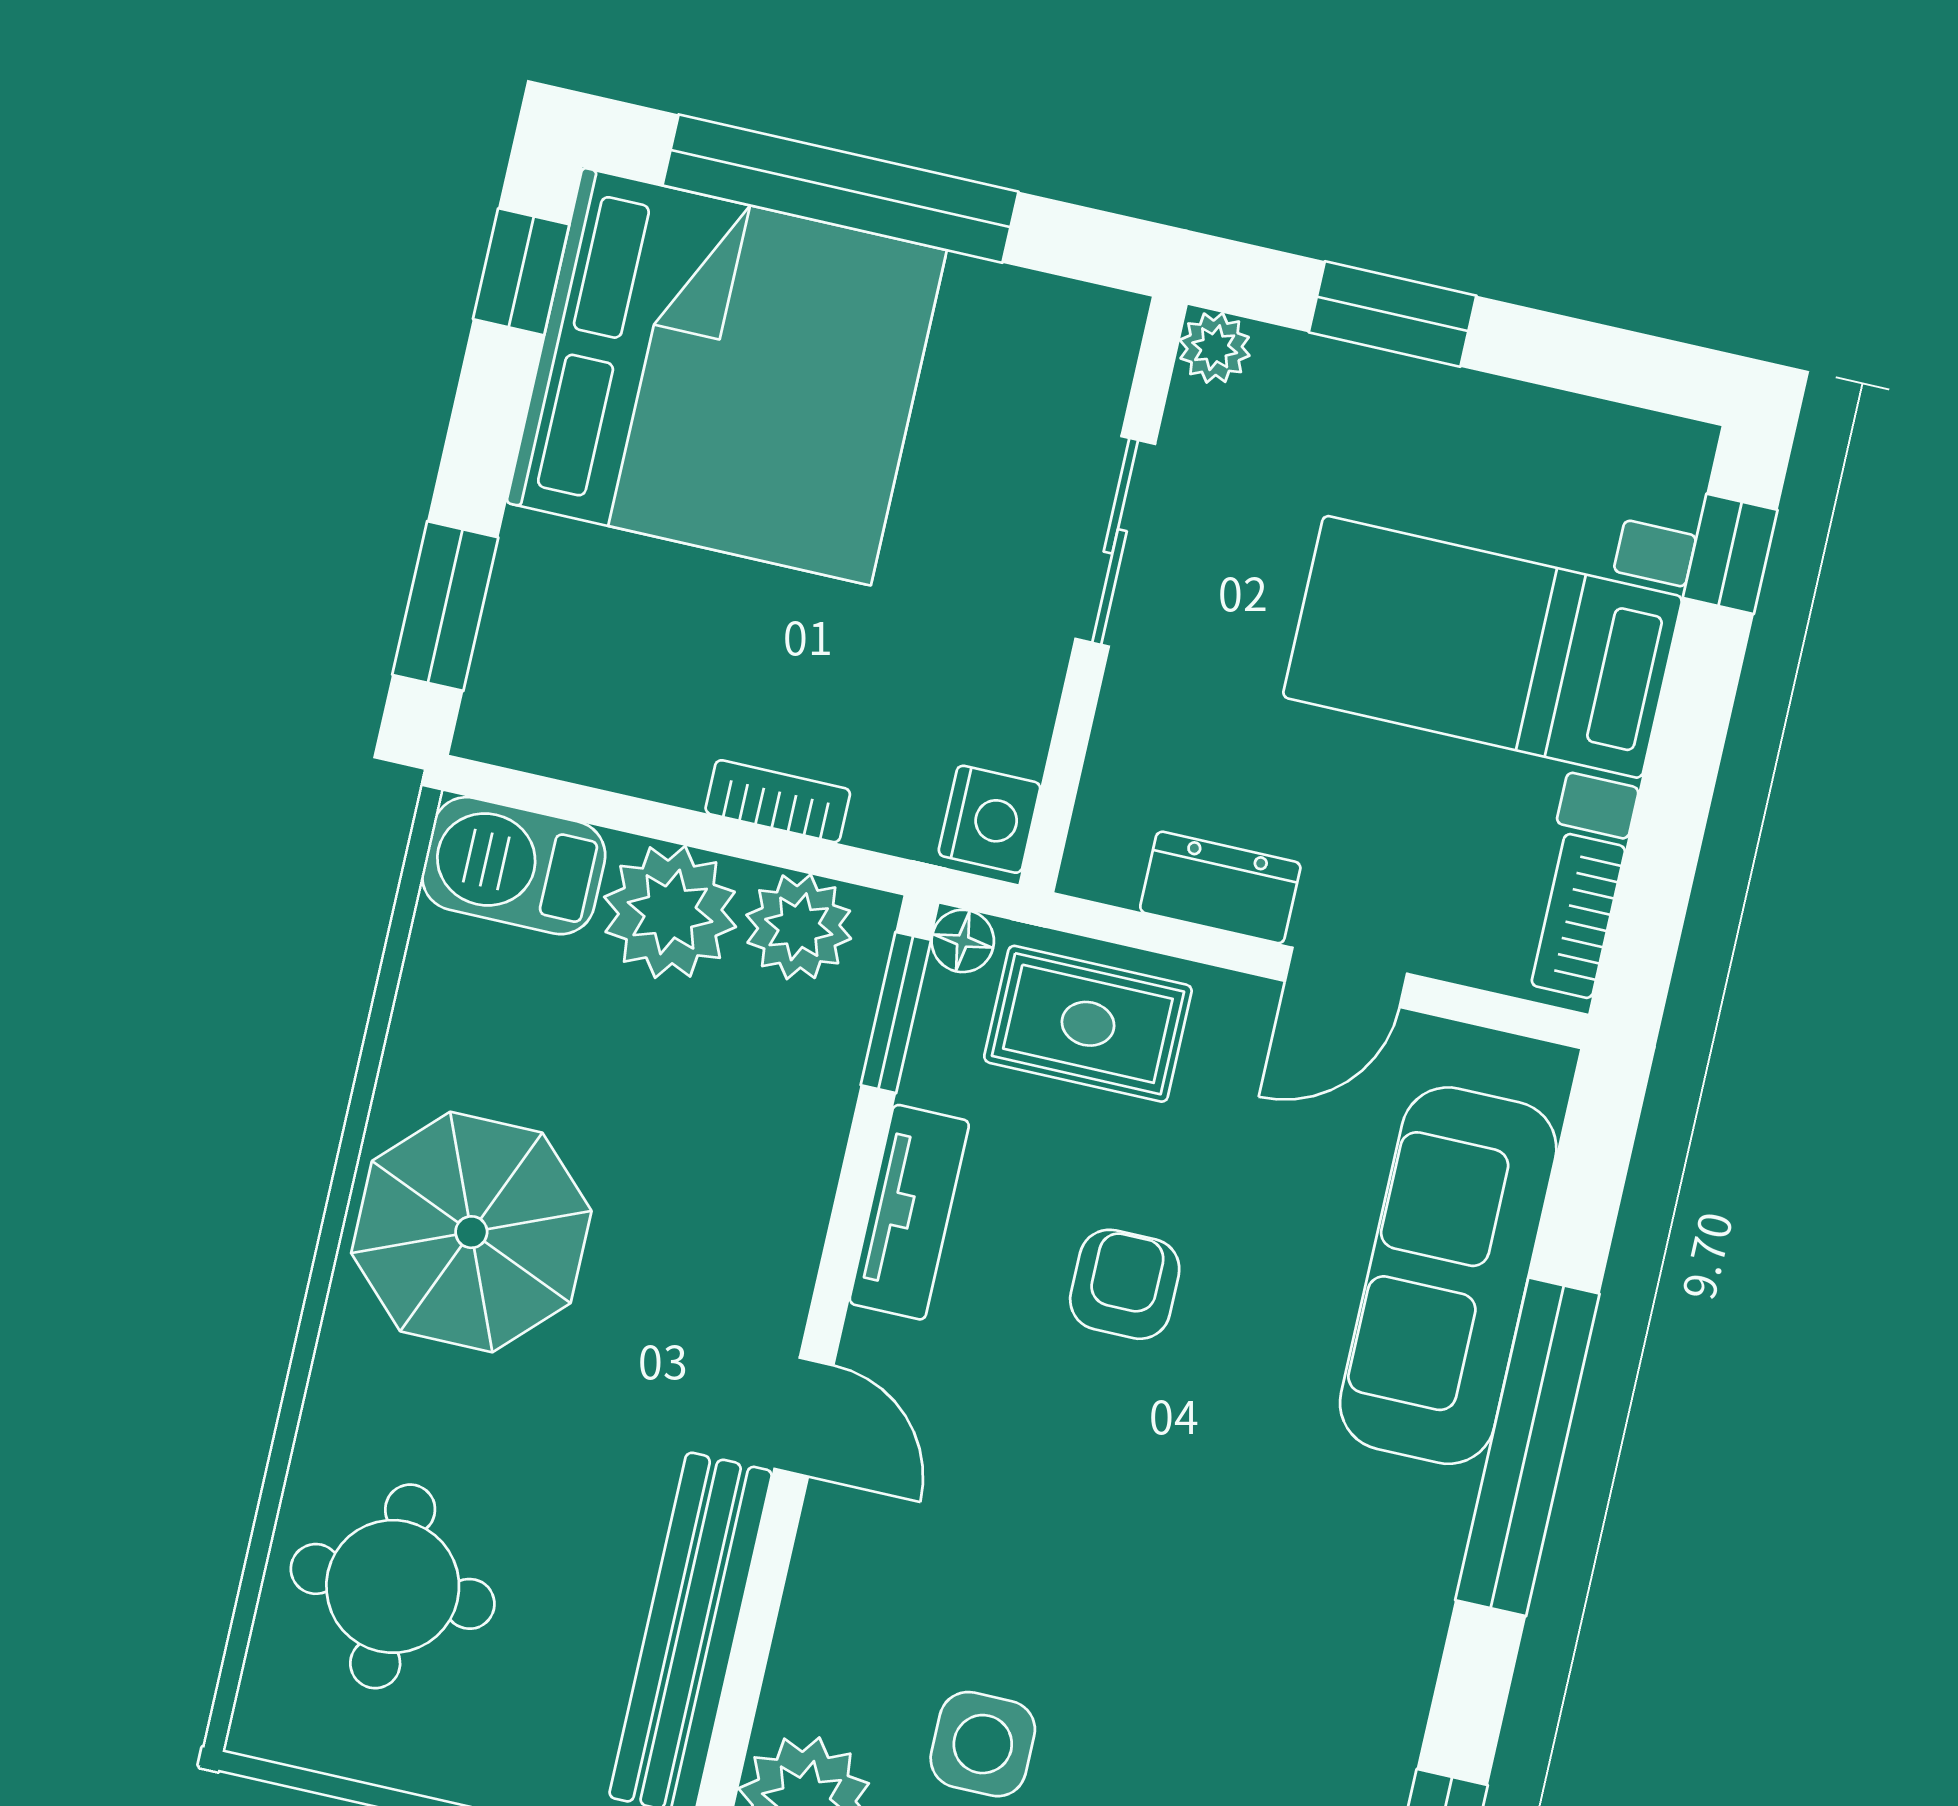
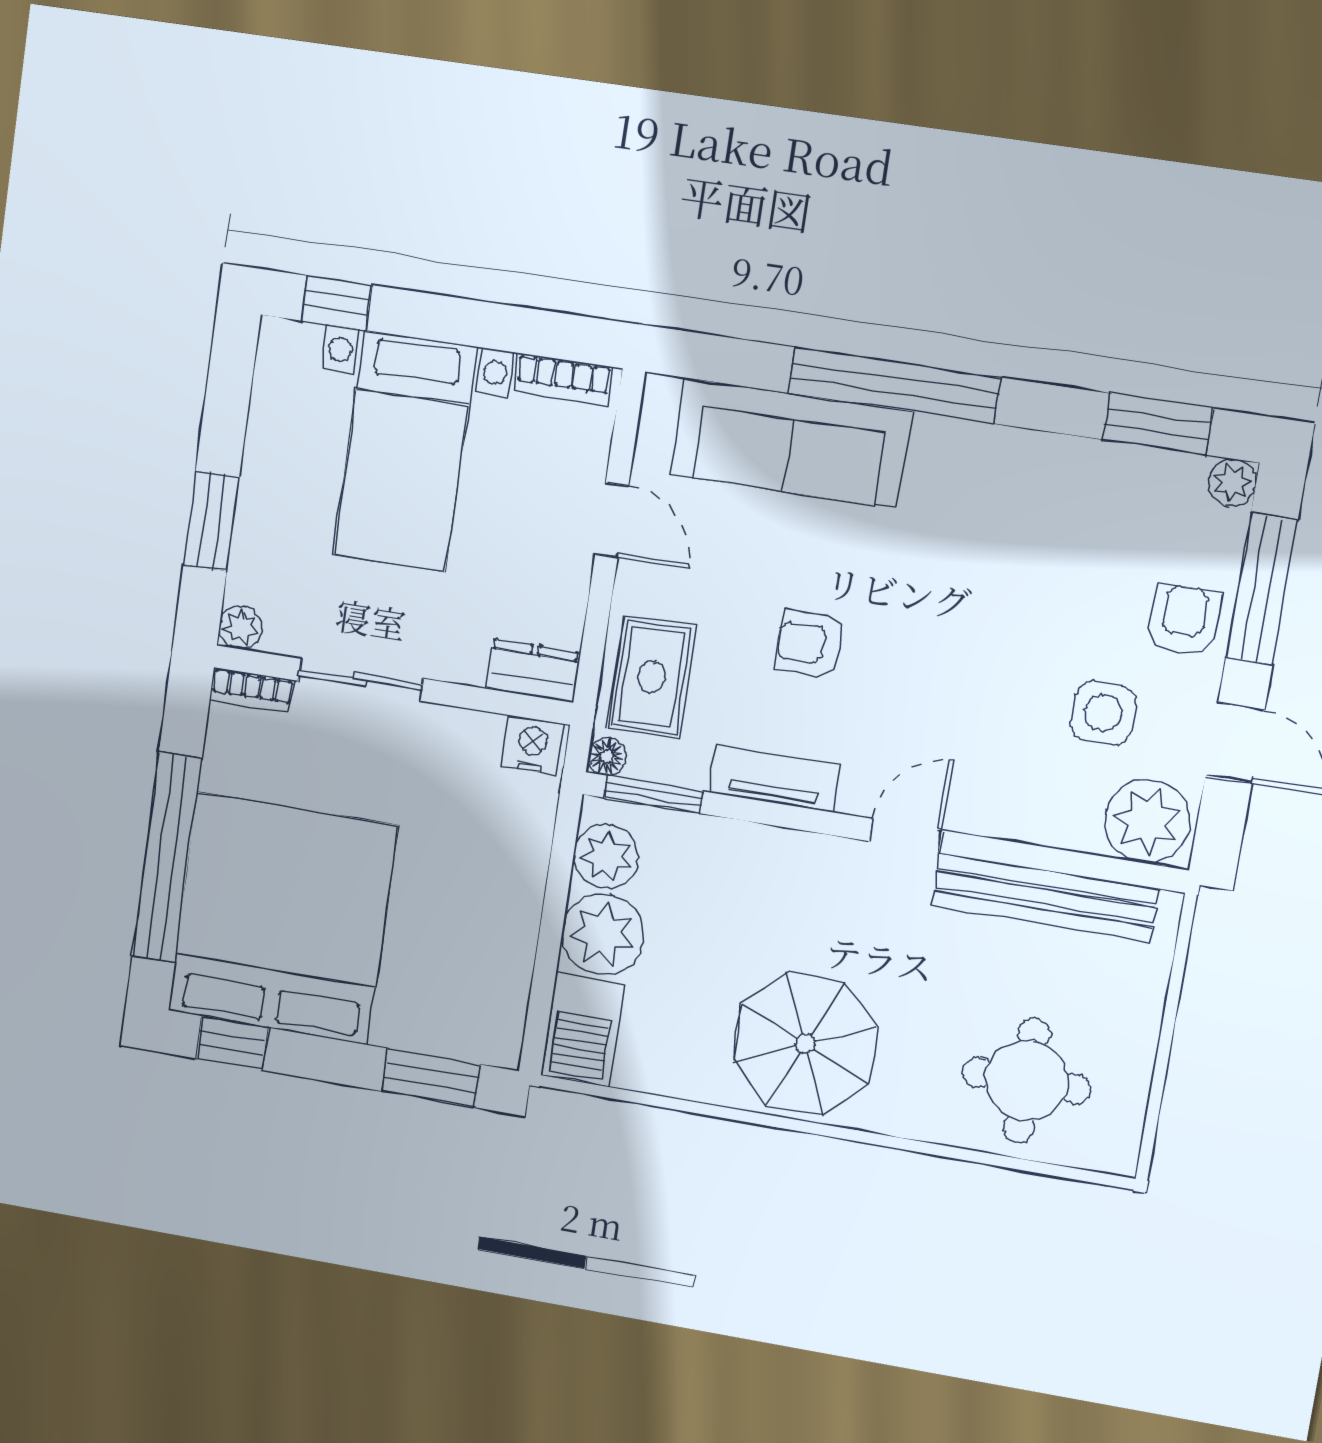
bookcase: (778, 801) -> (252, 690), moved, turned -90
dresser: (1220, 887) -> (533, 671), moved, turned 90

